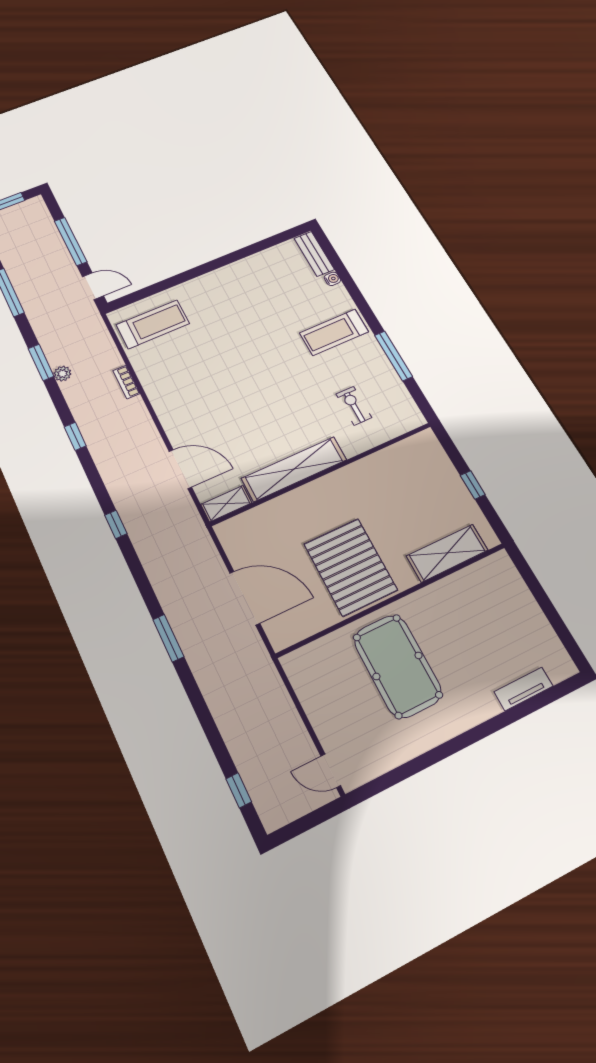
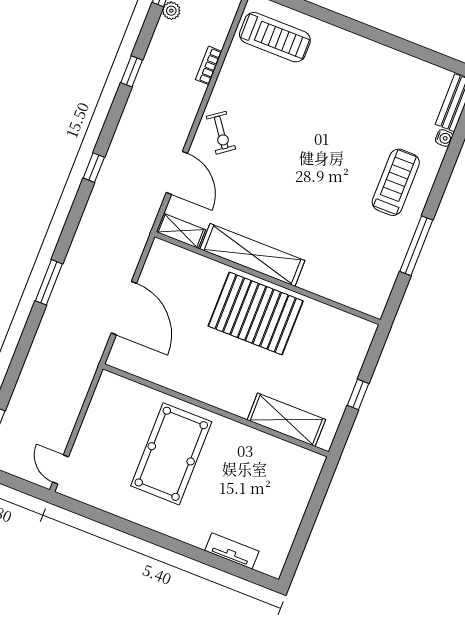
treadmill: (334, 332) -> (396, 182), turned 90
exercise bike: (354, 406) -> (221, 133), moved, turned 144
pallet: (350, 567) -> (256, 313), moved, turned 90

